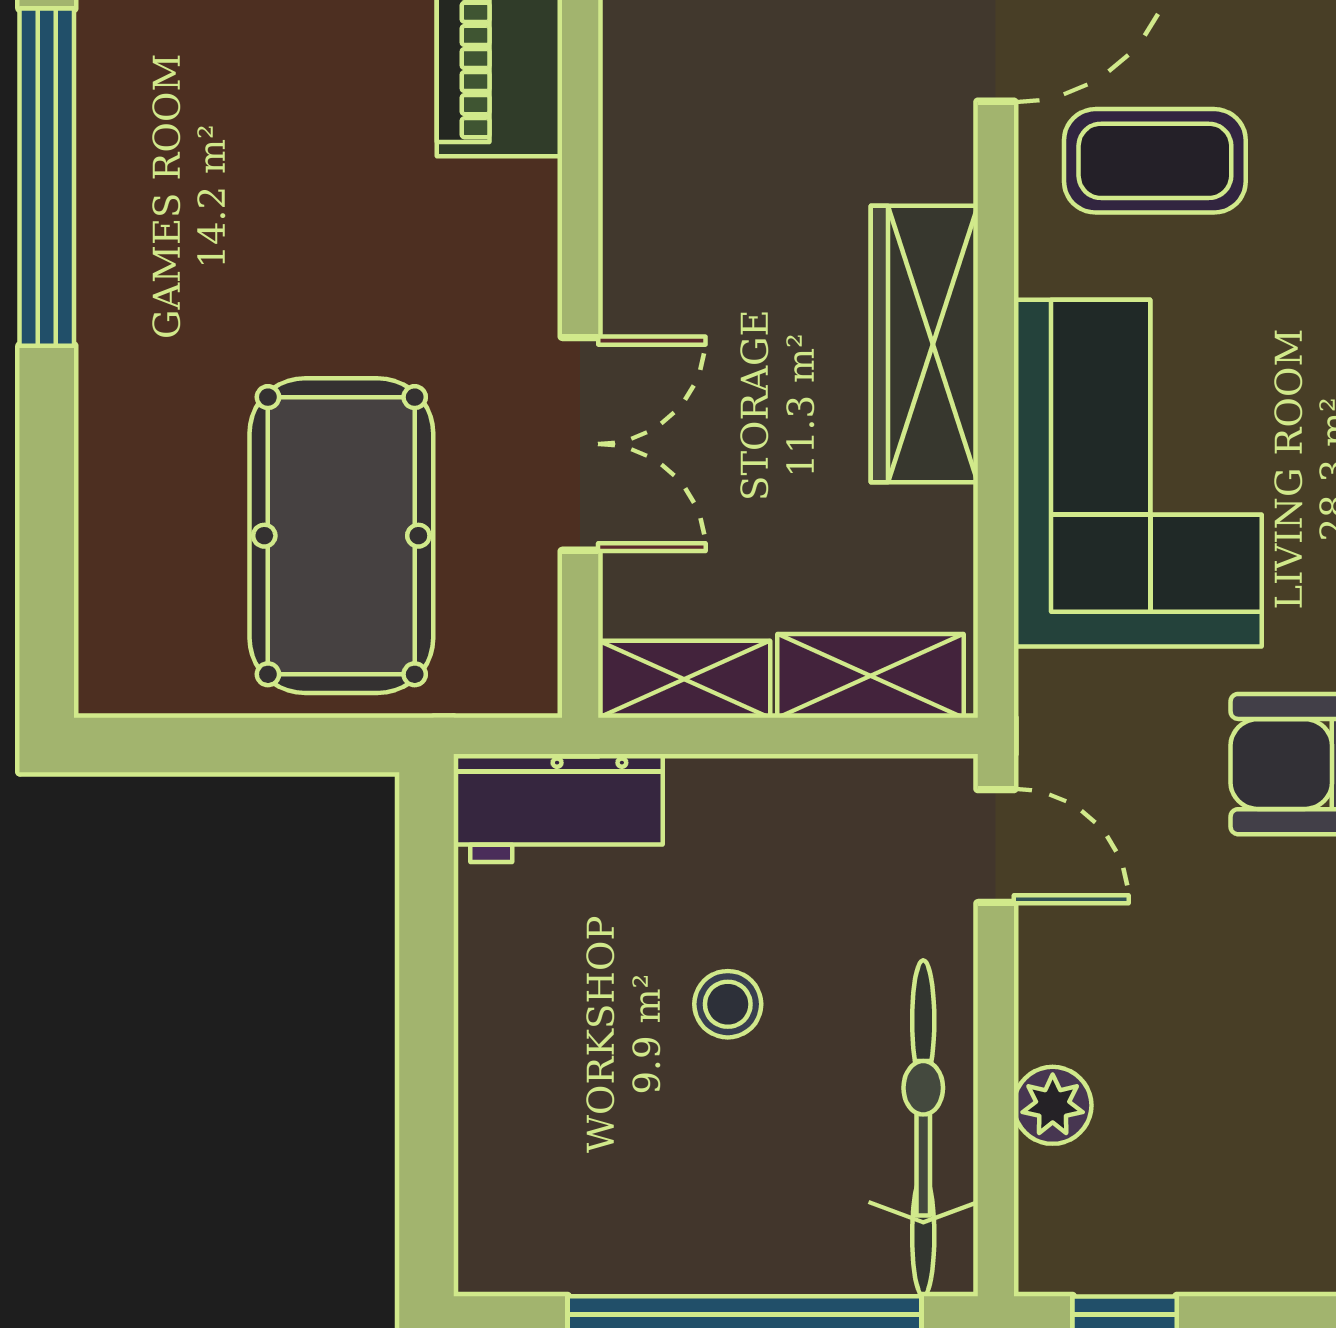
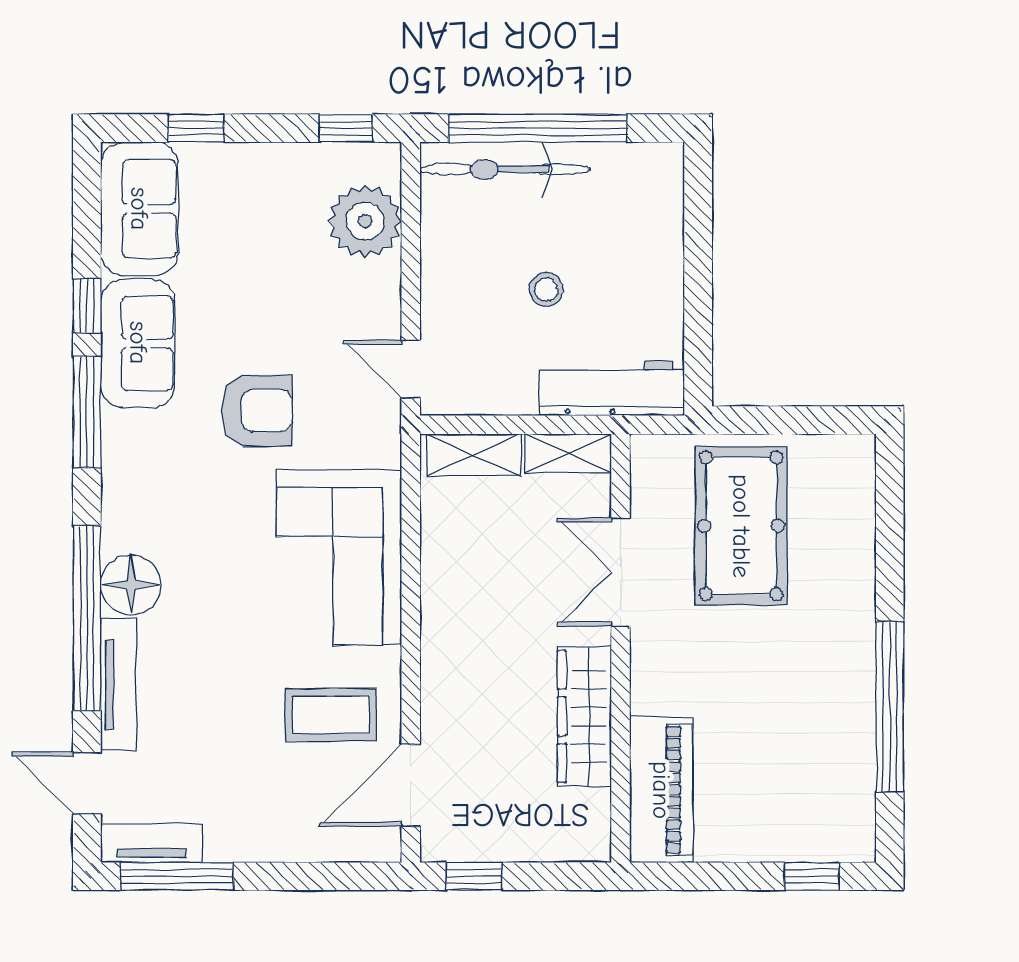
wardrobe: (924, 344) -> (584, 717), moved, turned 180
workbench: (558, 808) -> (612, 388), width x1.38
plant: (1053, 1105) -> (365, 221), width x1.88, depth x1.88
bicycle: (923, 1128) -> (505, 169), moved, turned 90

